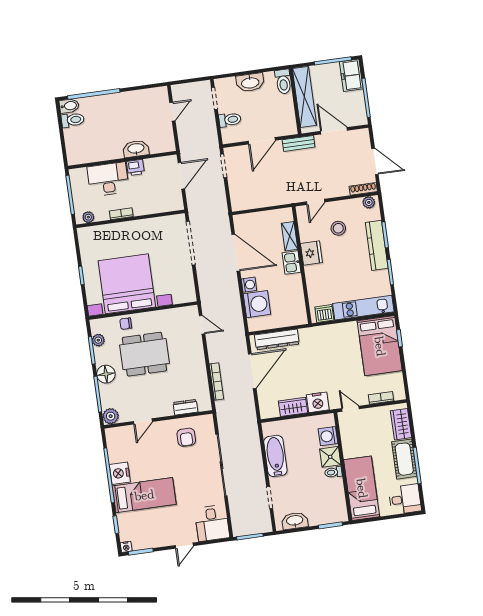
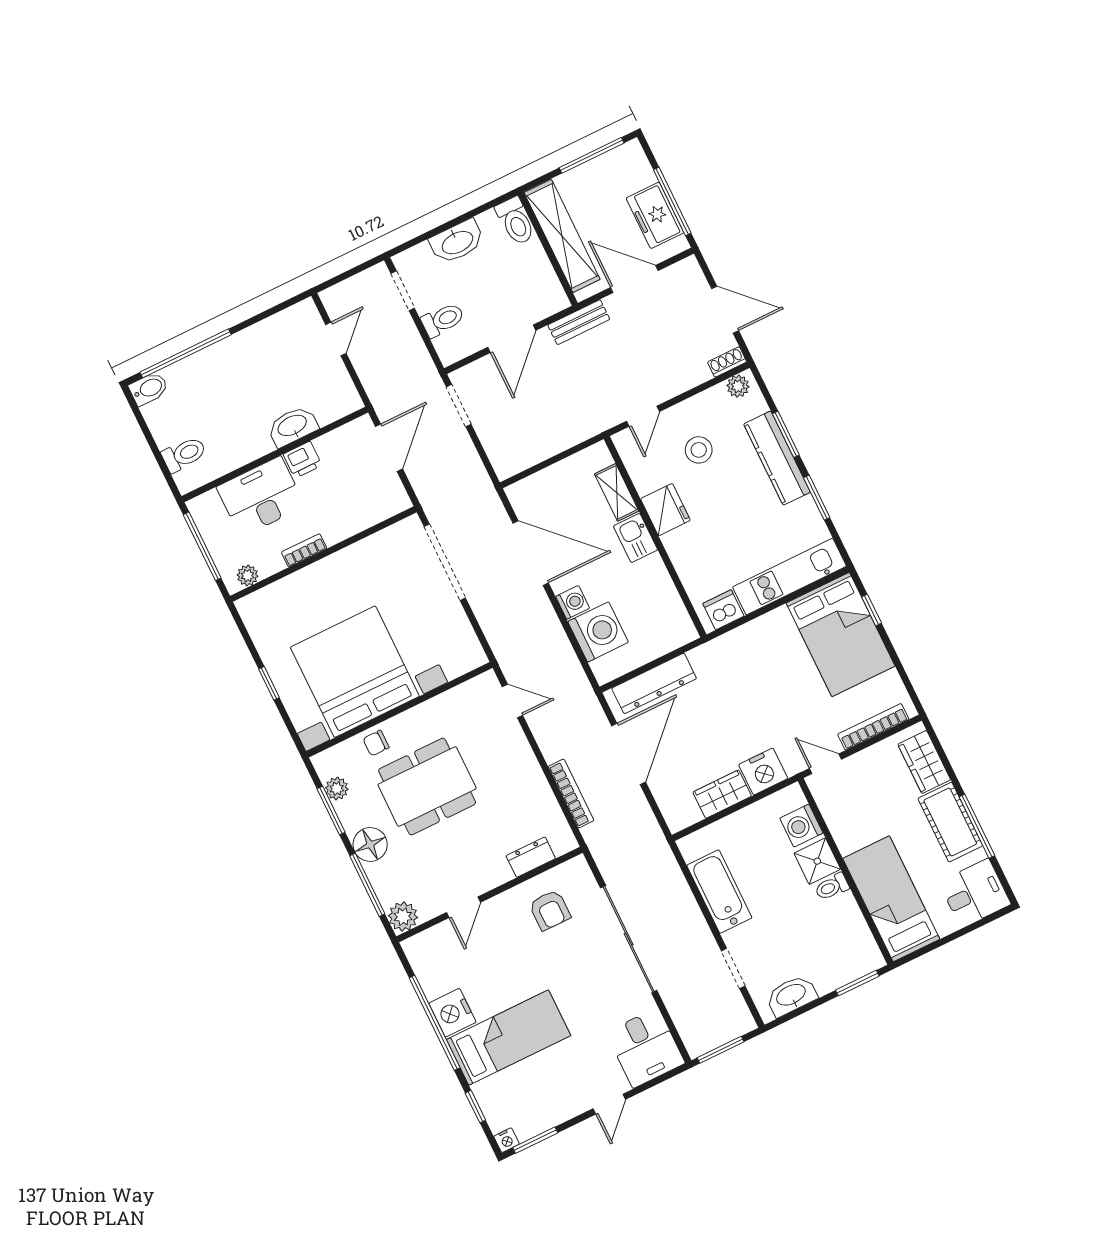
freezer: (351, 75) -> (655, 215), moved
toilet: (73, 120) -> (184, 454), moved
shoe rack: (363, 189) -> (727, 362), width x0.70
bookcase: (381, 398) -> (873, 727), width x1.56

